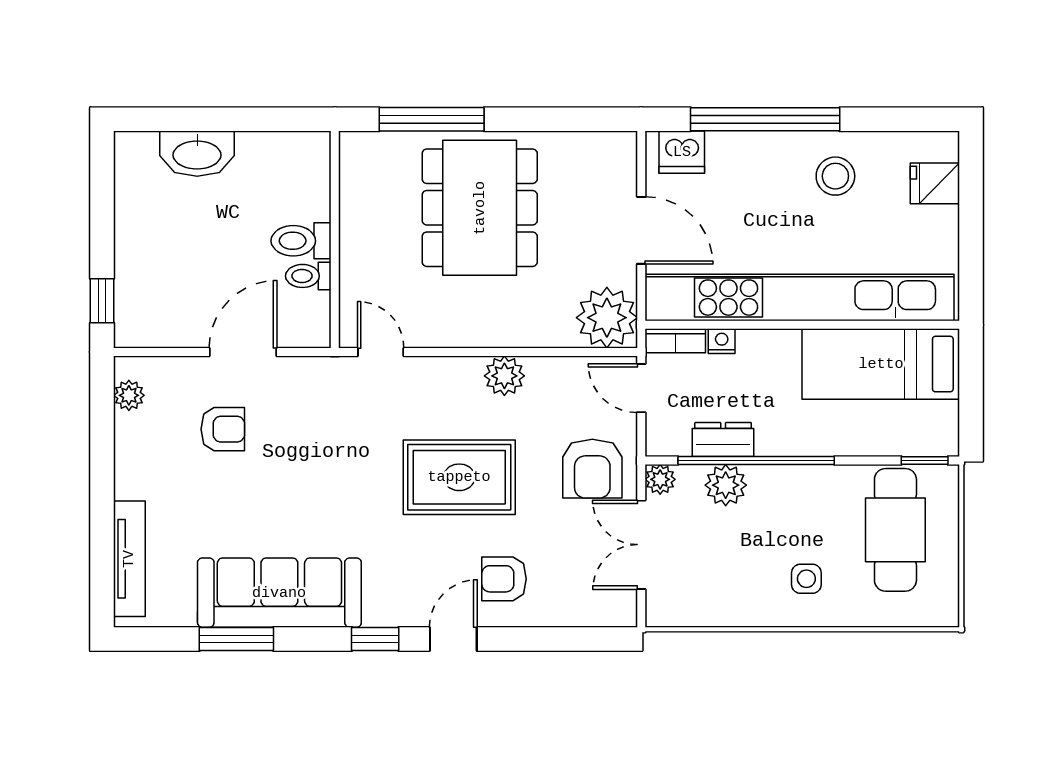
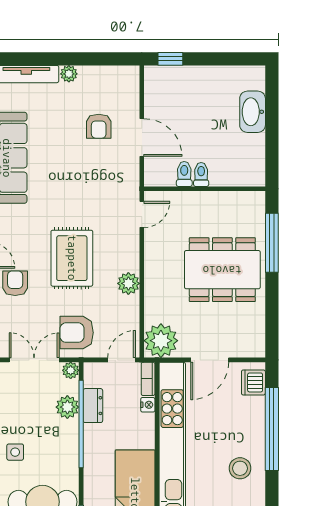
toilet: (301, 241) -> (201, 175), width x0.73, depth x0.72
plant: (129, 395) -> (69, 74), moved

